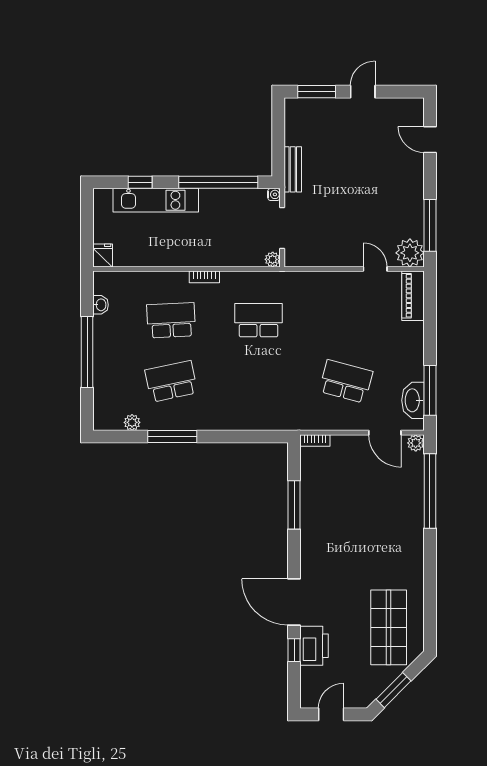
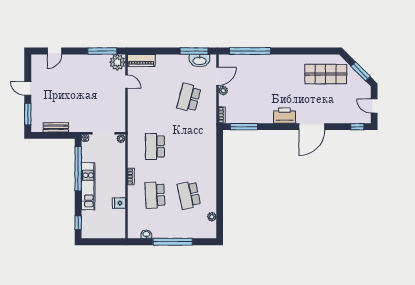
bench: (293, 169) -> (56, 127), moved
window: (140, 182) -> (78, 223), moved
kitchen unit: (156, 200) -> (88, 186), moved
fridge: (103, 255) -> (119, 203), moved
door: (375, 269) -> (126, 82), swing flipped
window: (172, 437) -> (220, 194), removed
plant: (416, 443) -> (223, 91), moved
window: (294, 505) -> (244, 127), moved
printer: (314, 646) -> (285, 116), moved
window: (294, 650) -> (357, 127), moved

